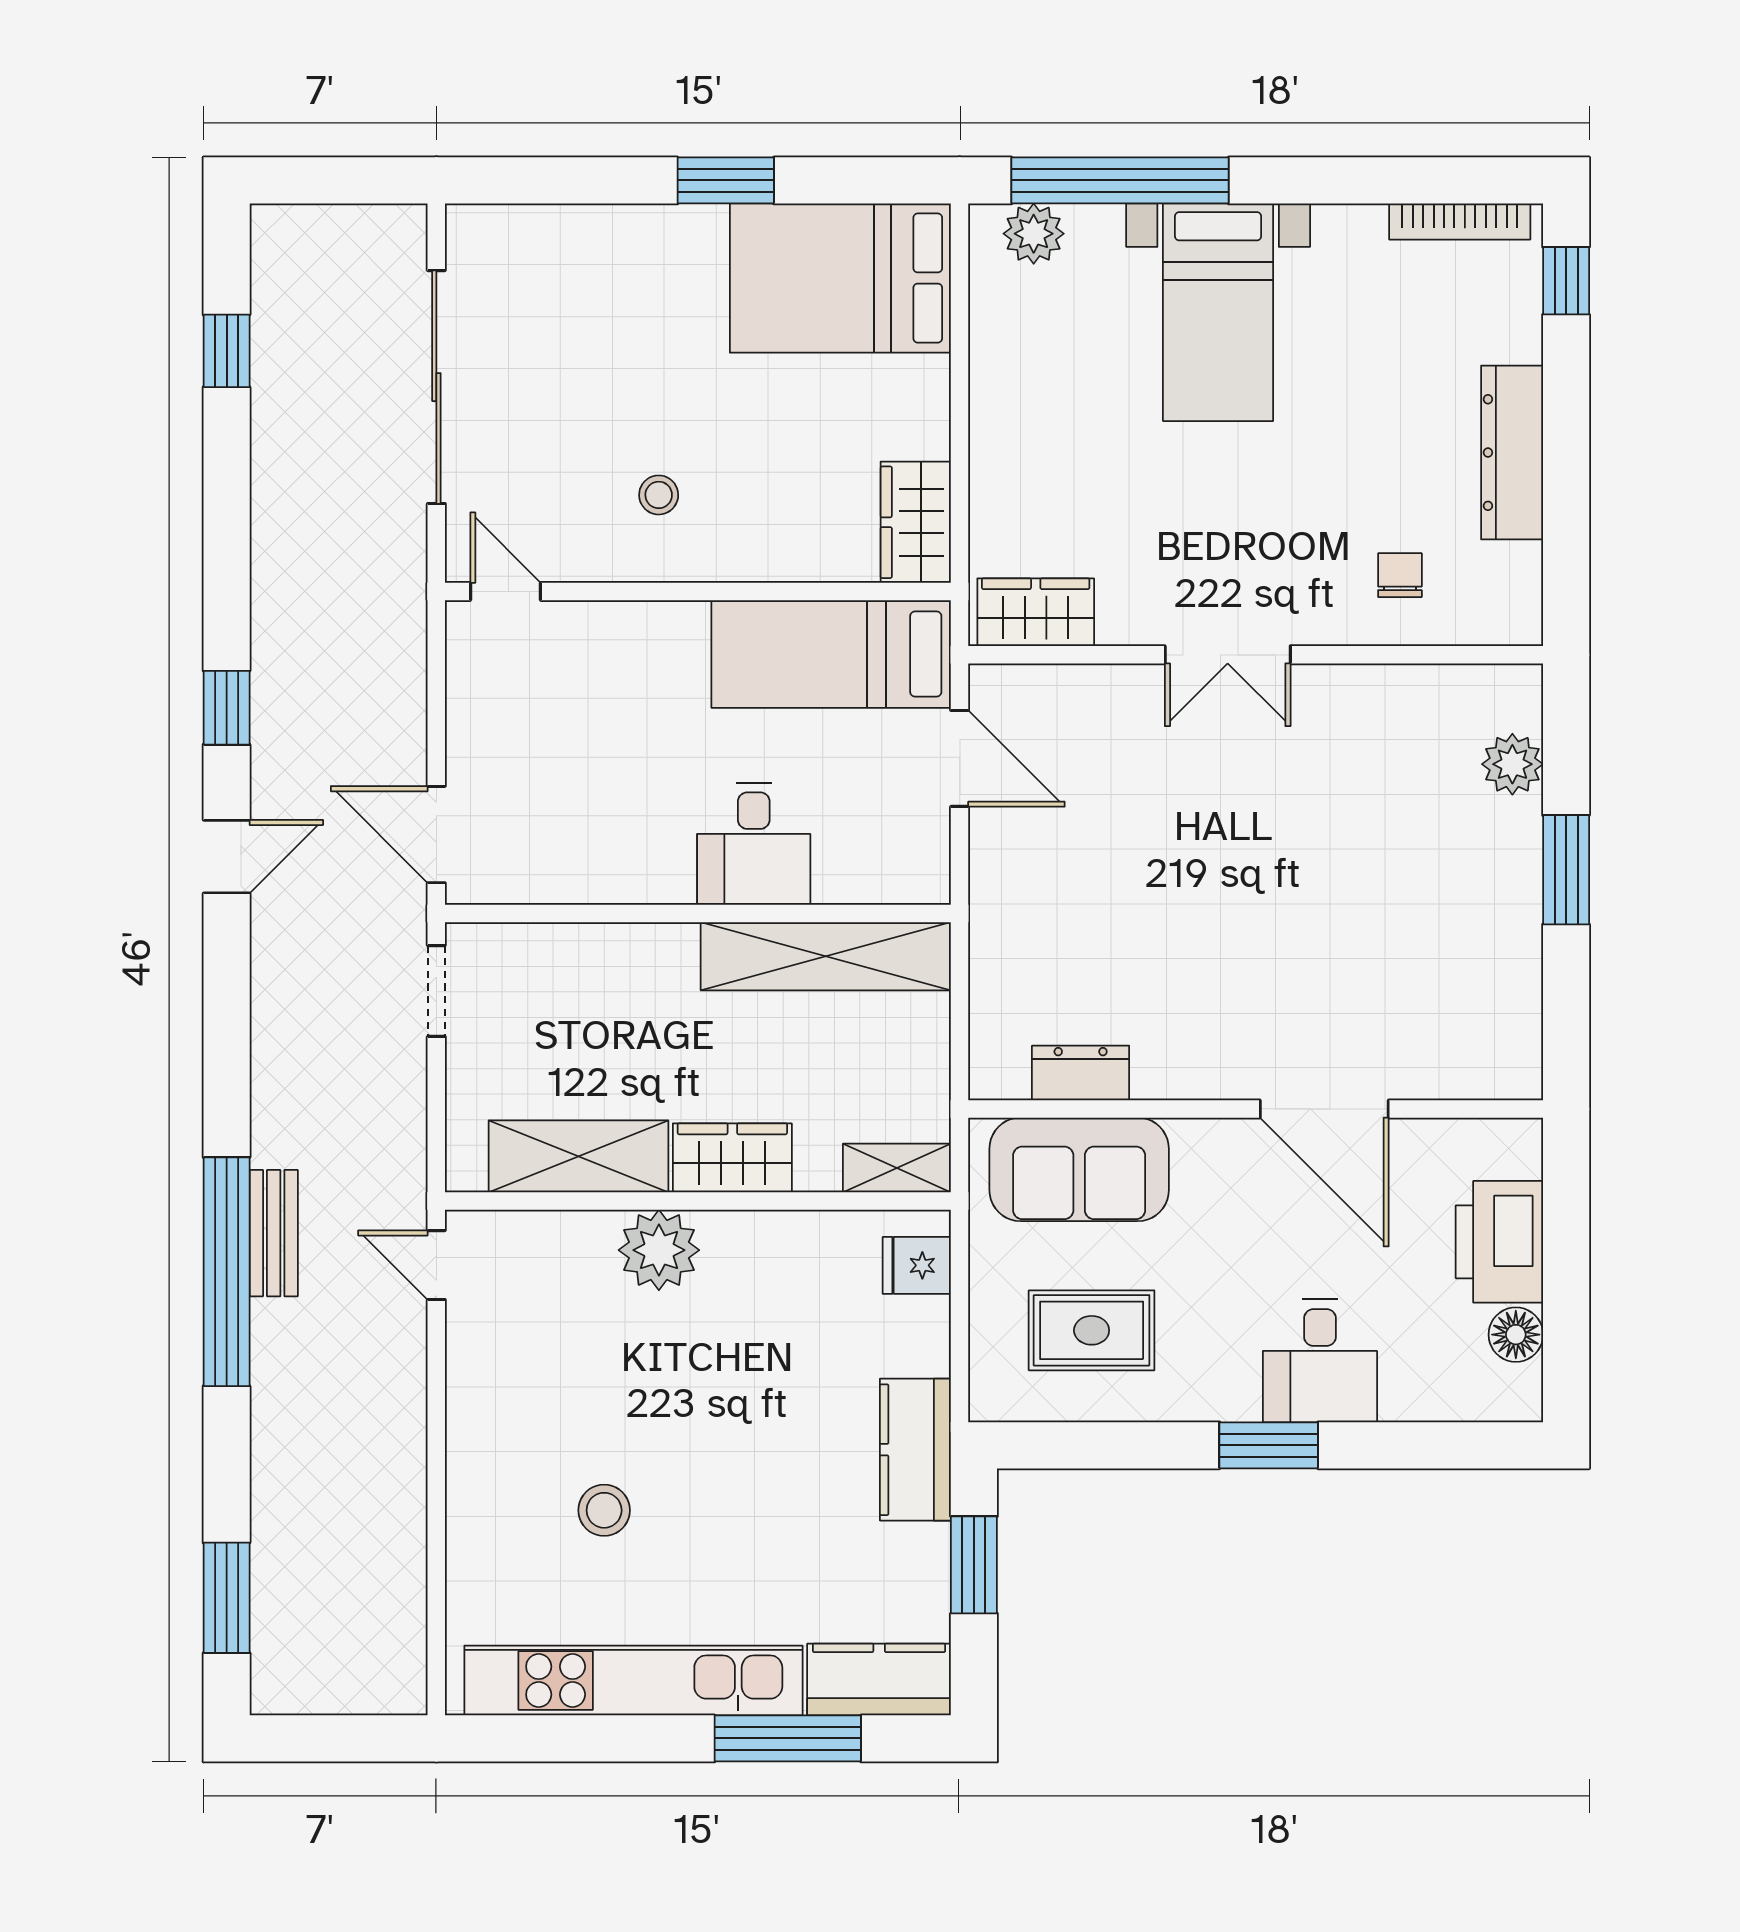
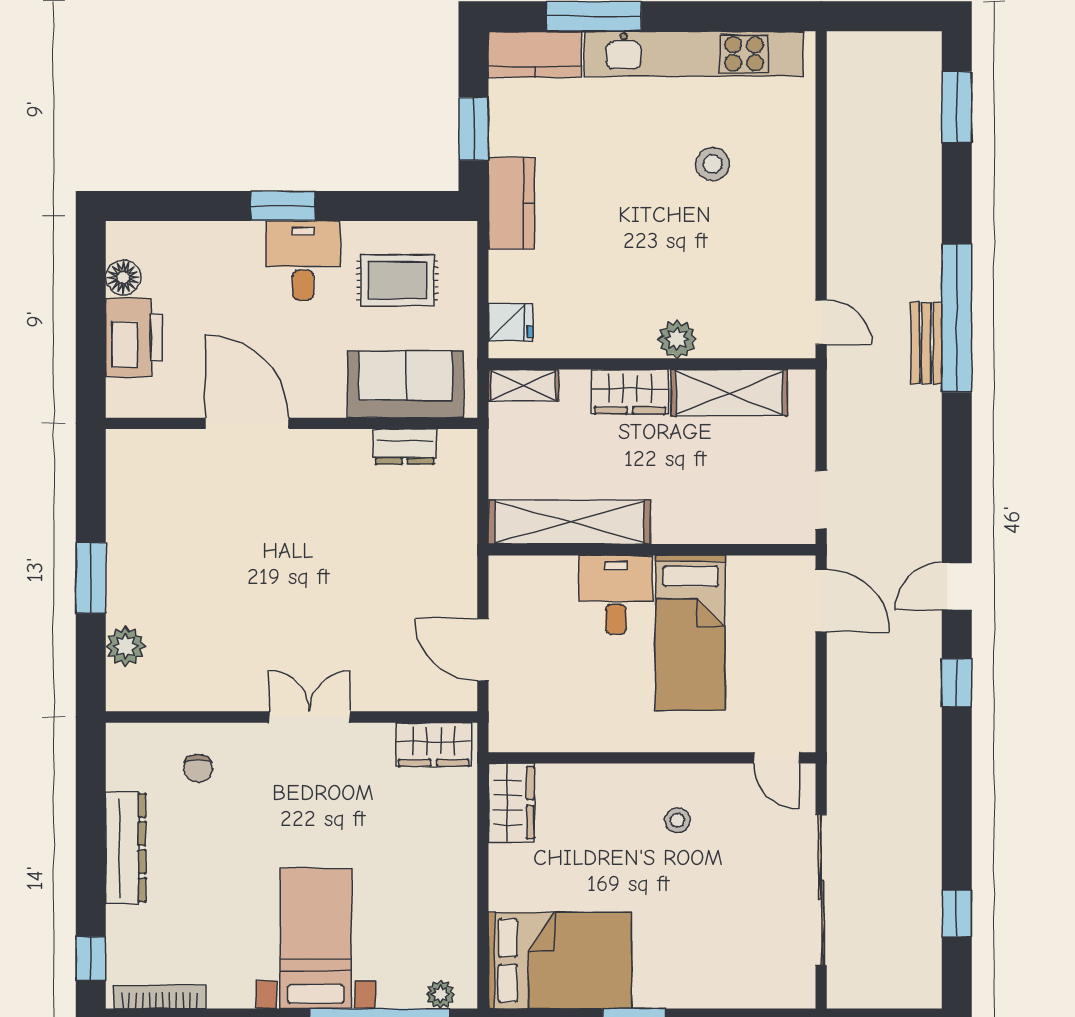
plant: (1034, 234) -> (440, 994), width x0.73, depth x0.73
bed: (831, 654) -> (690, 633), moved, turned 90
plant: (659, 1250) -> (677, 339), width x0.73, depth x0.73
desk: (1320, 1361) -> (303, 261), moved

